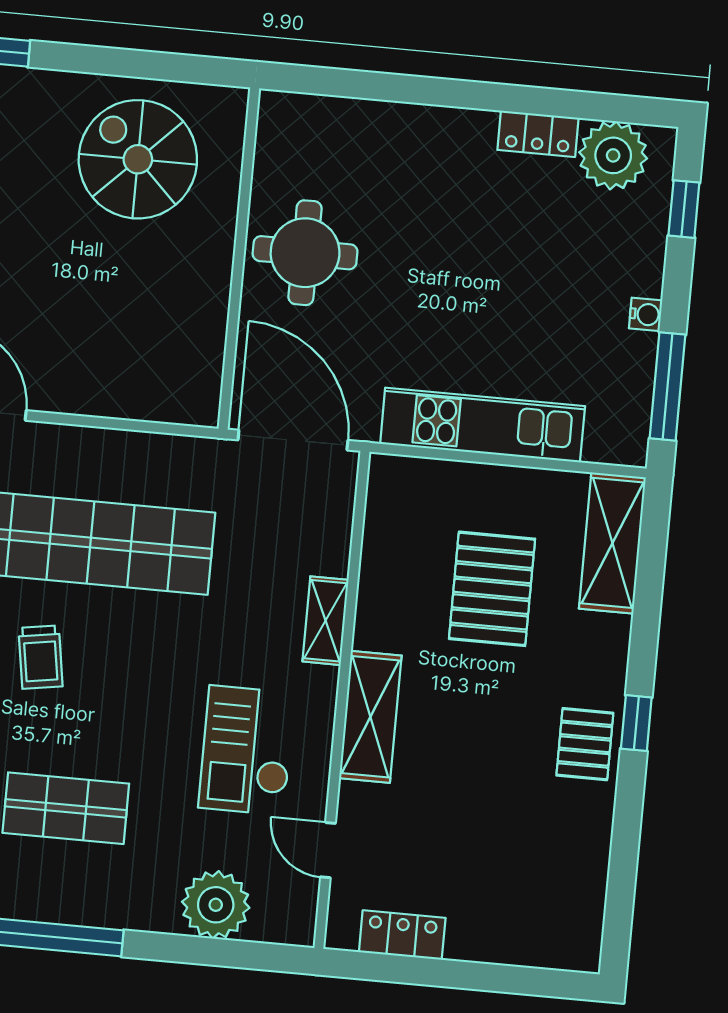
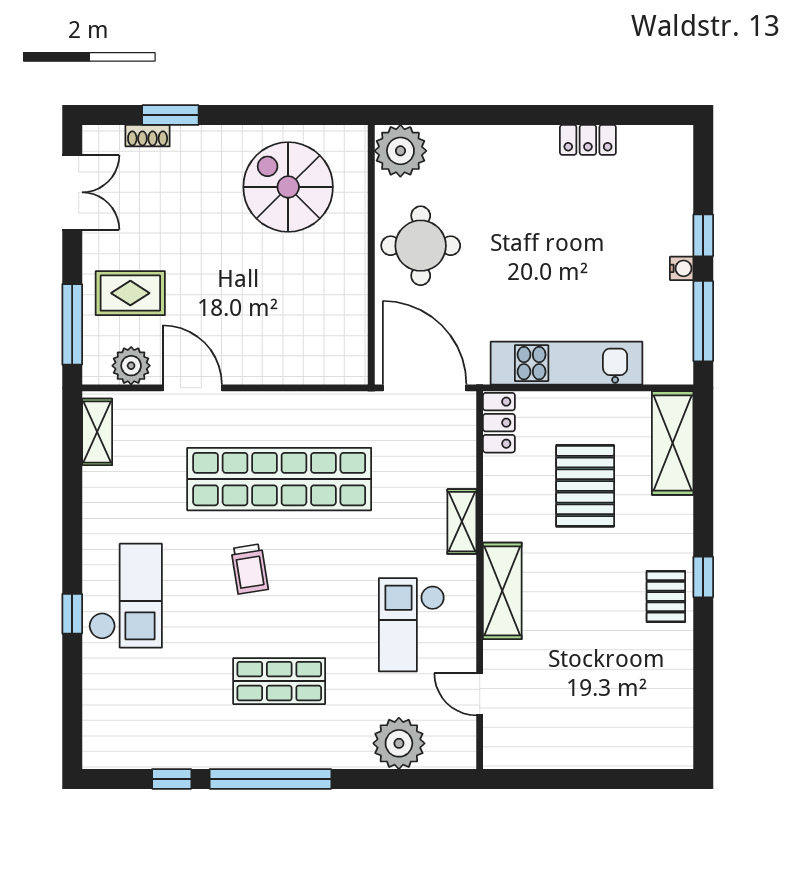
plant: (613, 155) -> (400, 151), moved
window: (684, 209) -> (703, 235), moved
locker: (402, 935) -> (499, 423), moved, turned 90

